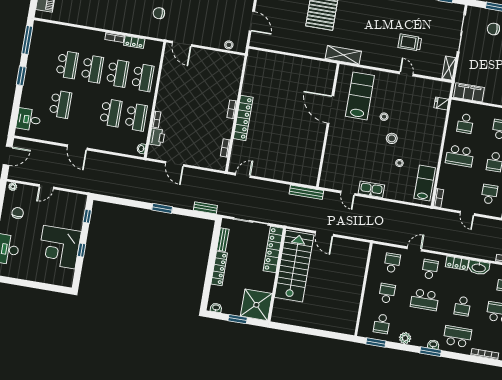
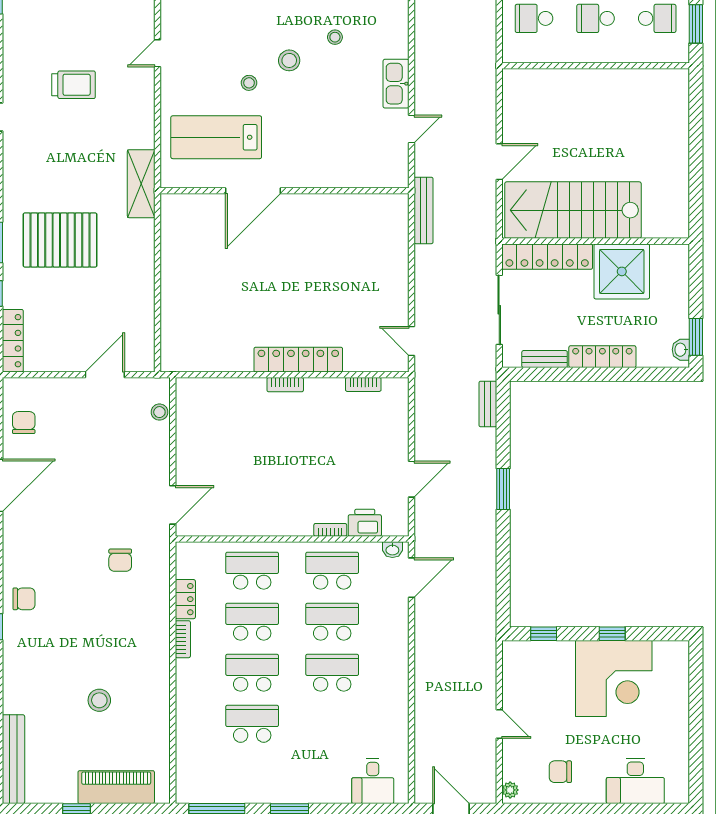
trolley: (410, 42) -> (74, 85), moved, turned -90
school desk: (60, 104) -> (332, 673), moved
door: (77, 147) -> (412, 578), moved
shower: (256, 305) -> (622, 271), moved
window: (238, 319) -> (696, 337), moved

